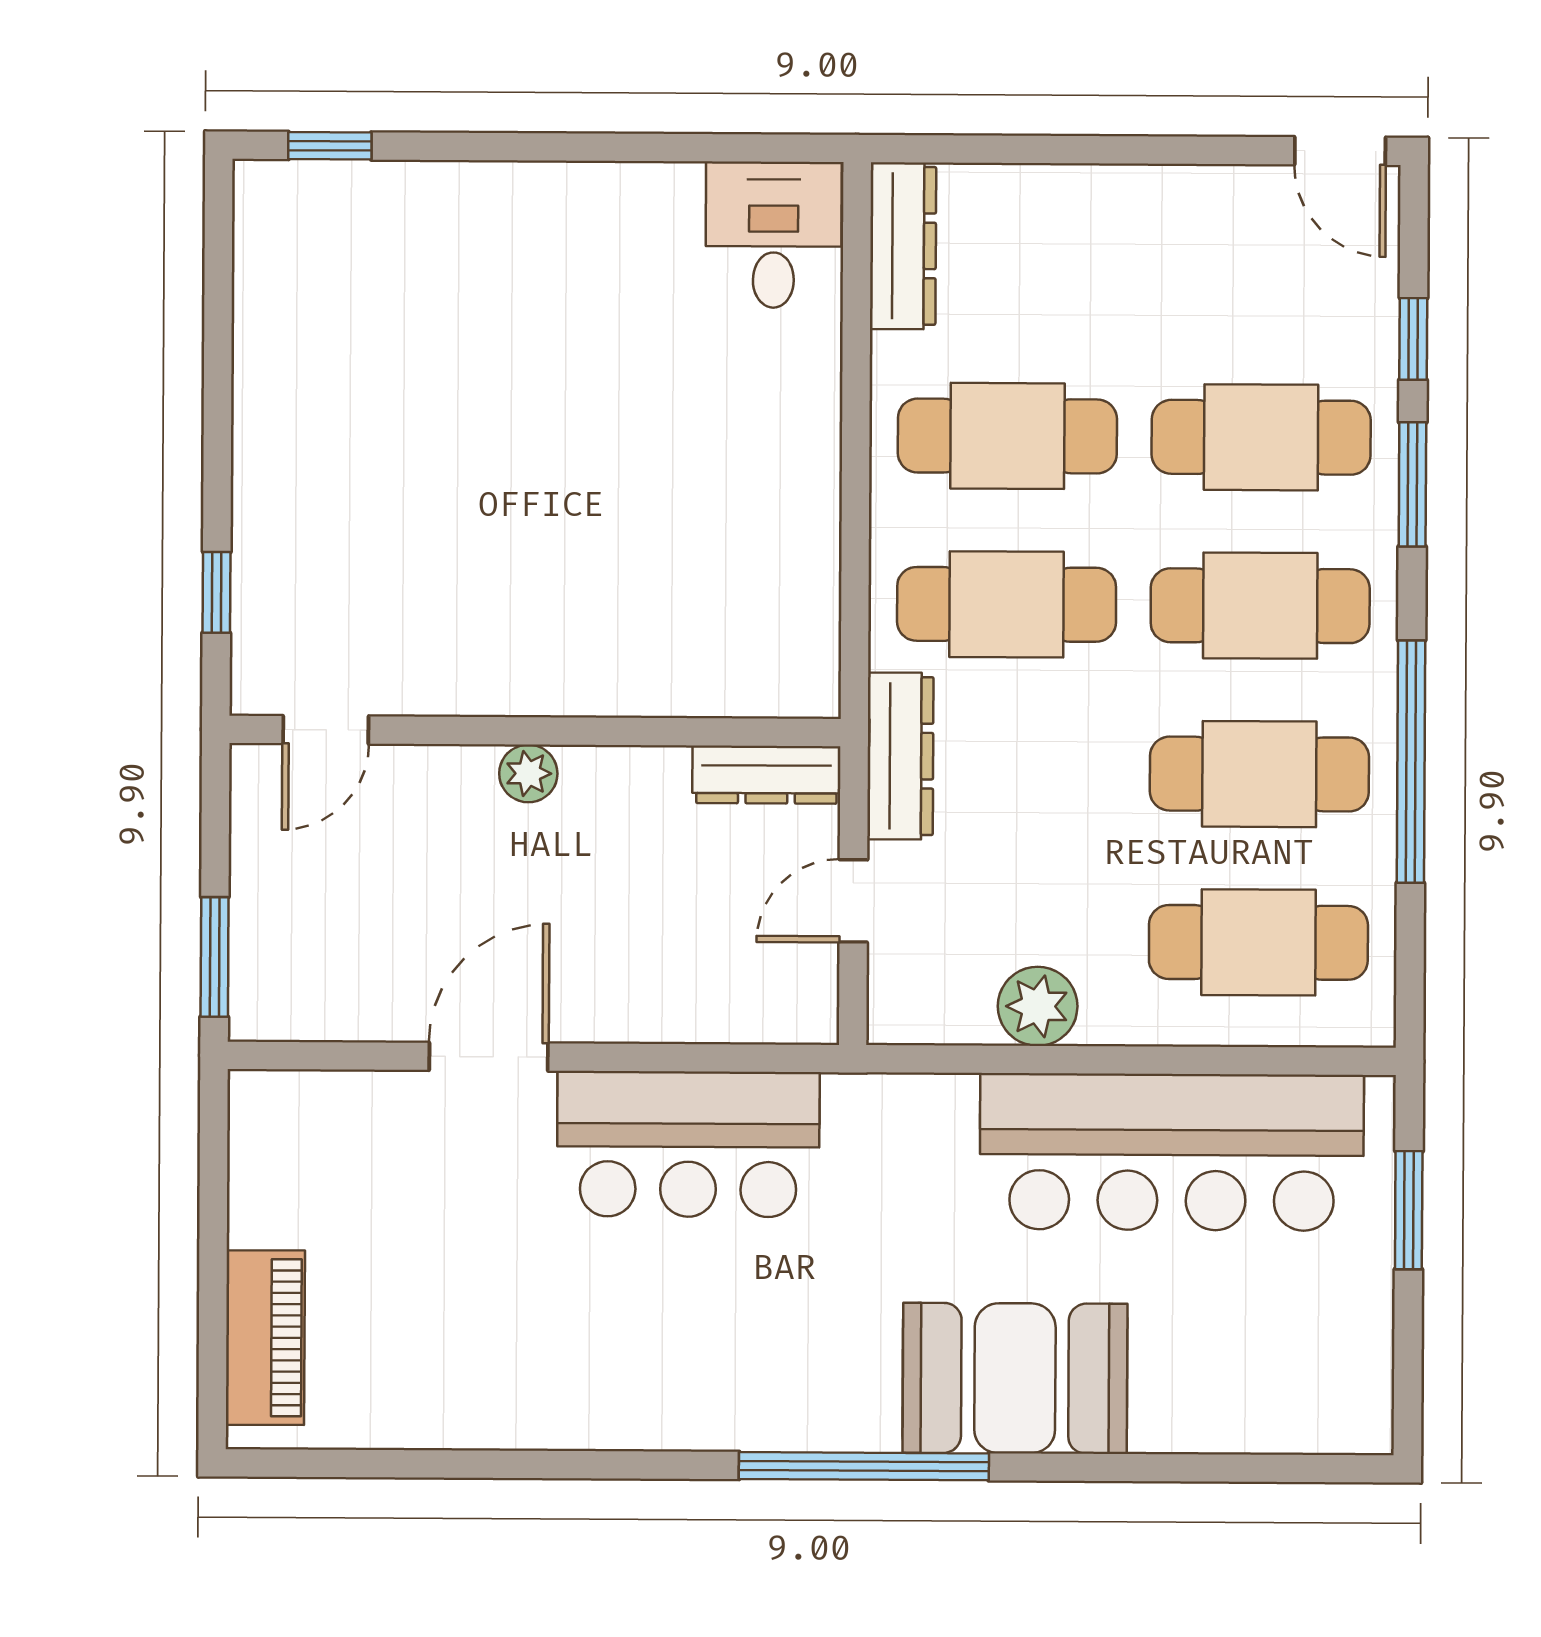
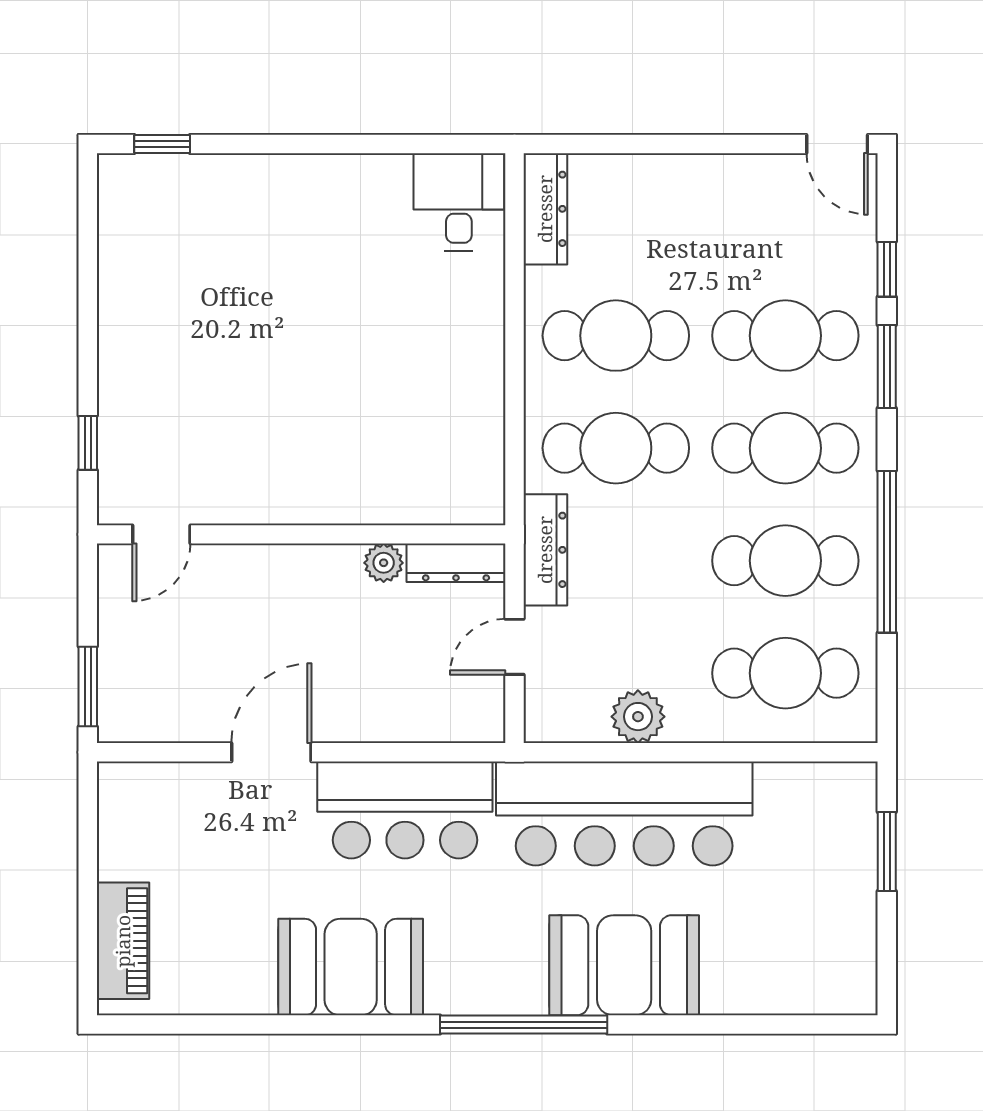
plant: (528, 773) -> (384, 563), moved
bar counter: (1172, 1152) -> (624, 813), moved
booth: (606, 1379) -> (351, 967), added

